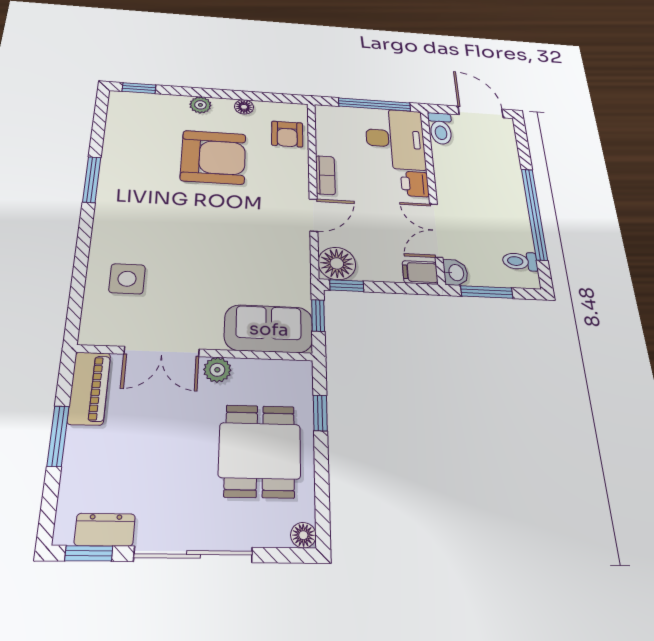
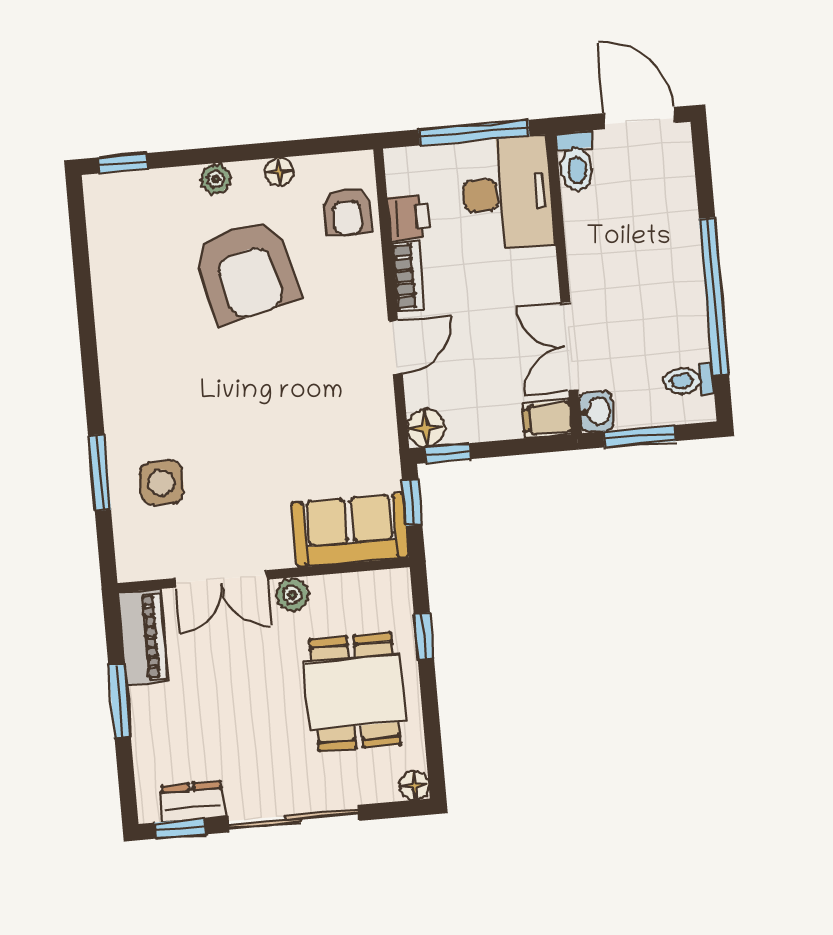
armchair: (213, 157) -> (246, 271), turned 76
window: (92, 180) -> (100, 473), moved
printer: (415, 184) -> (409, 217), moved, turned 180
floor lamp: (337, 263) -> (426, 428), width x0.73, depth x0.73

